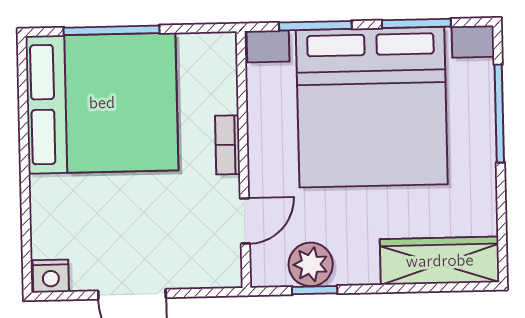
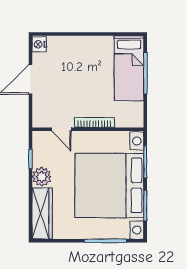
bed: (102, 103) -> (129, 68), width x0.49
bookcase: (228, 145) -> (94, 122), width x1.56
plant: (311, 264) -> (42, 177), moved

